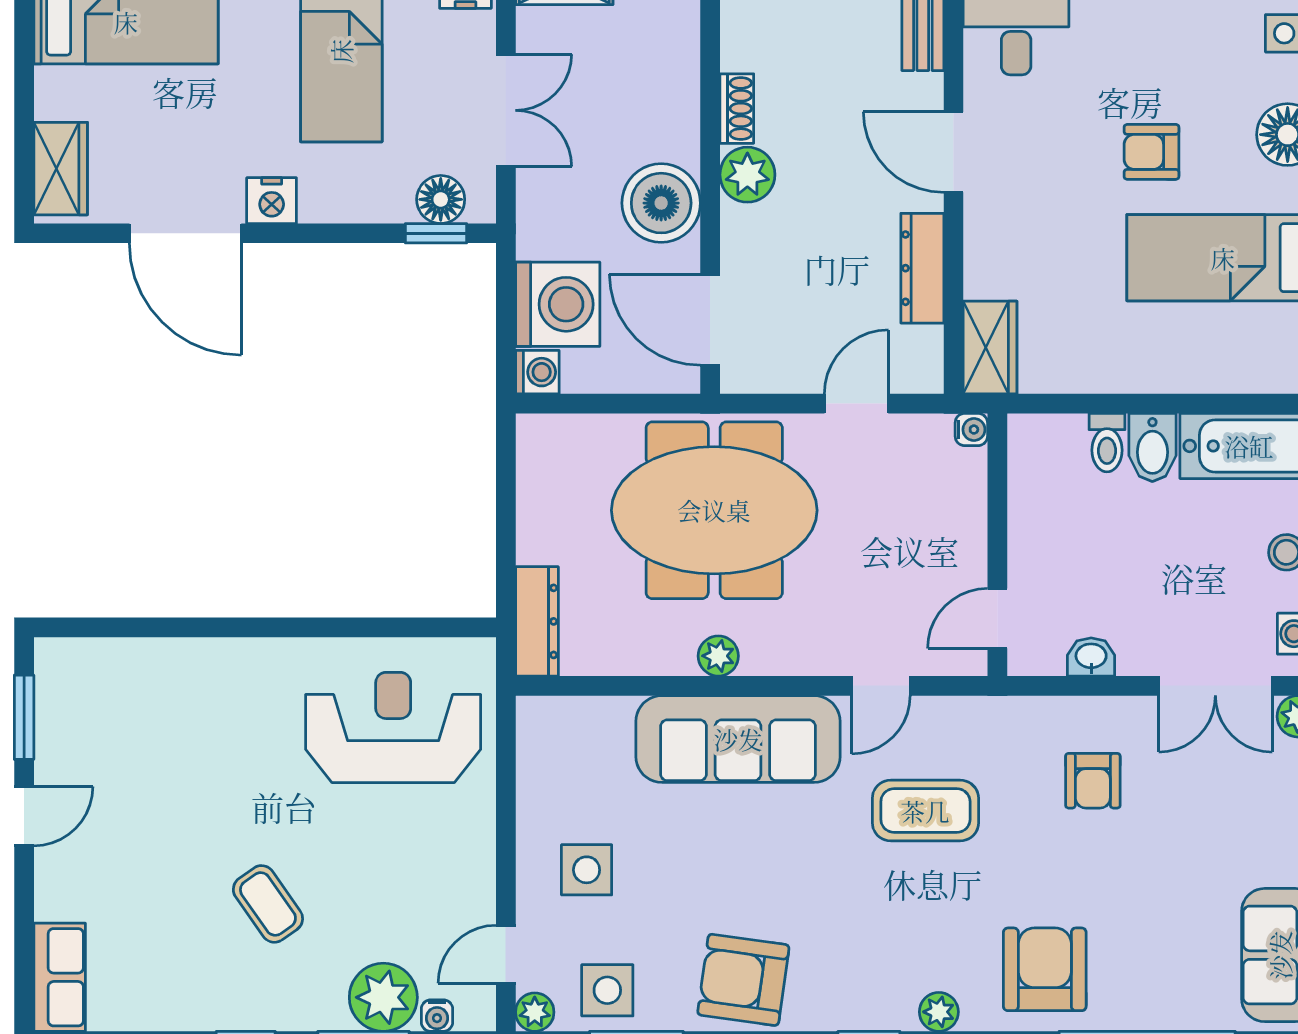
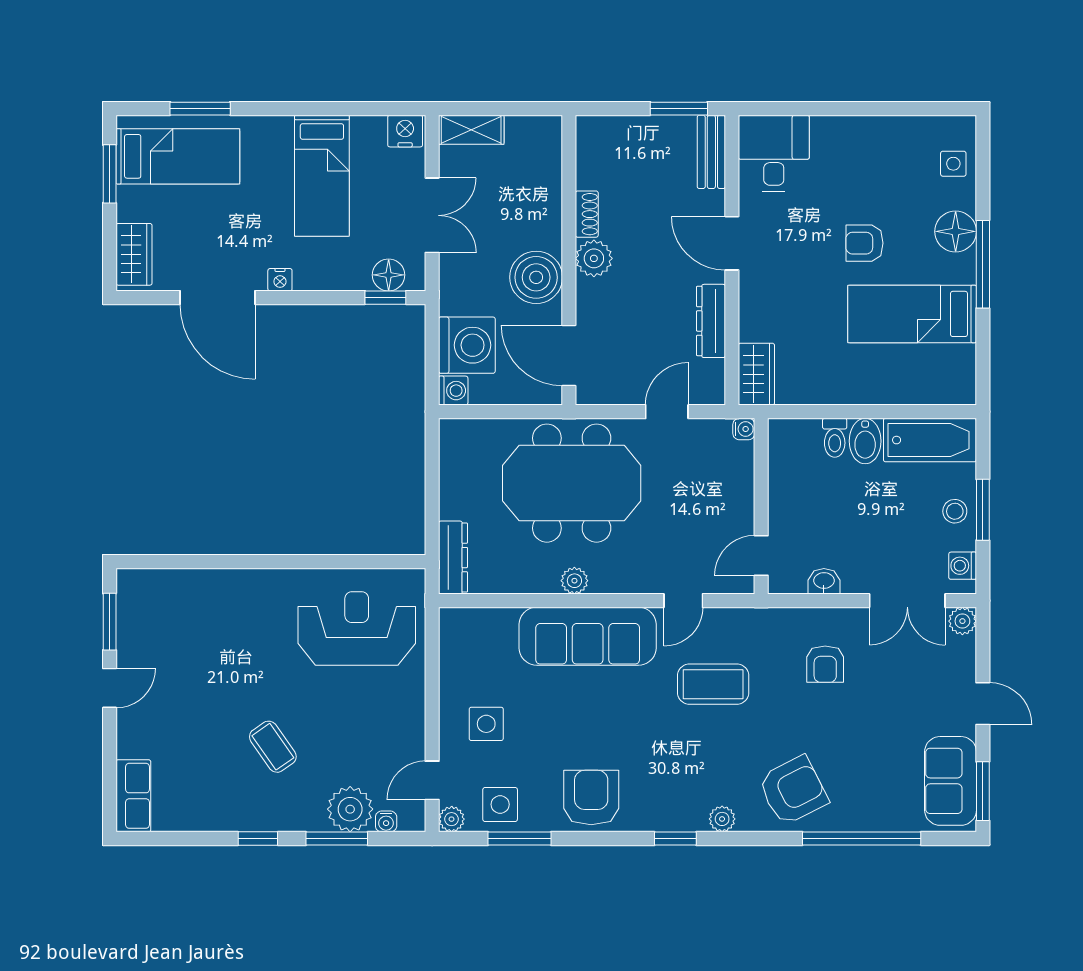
window: (24, 48) -> (110, 174), added
nightstand: (272, 201) -> (280, 280), width x0.72, depth x0.74
armchair: (1045, 969) -> (793, 790), turned 63
armchair: (743, 980) -> (591, 798), turned 82

